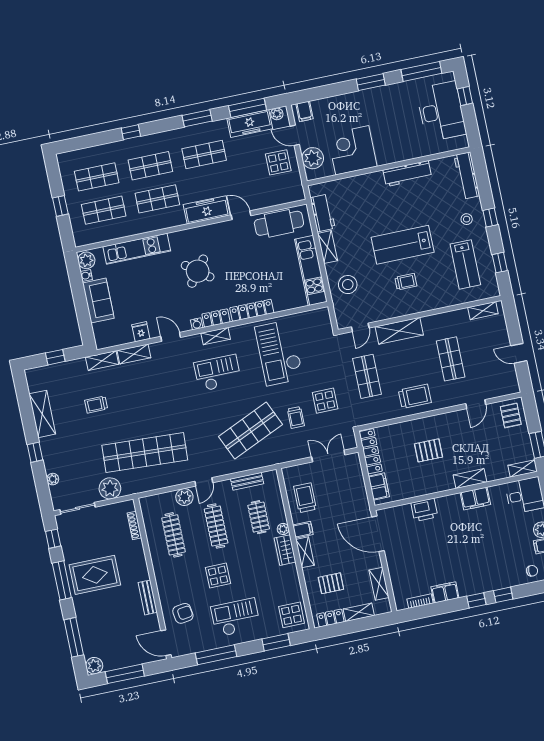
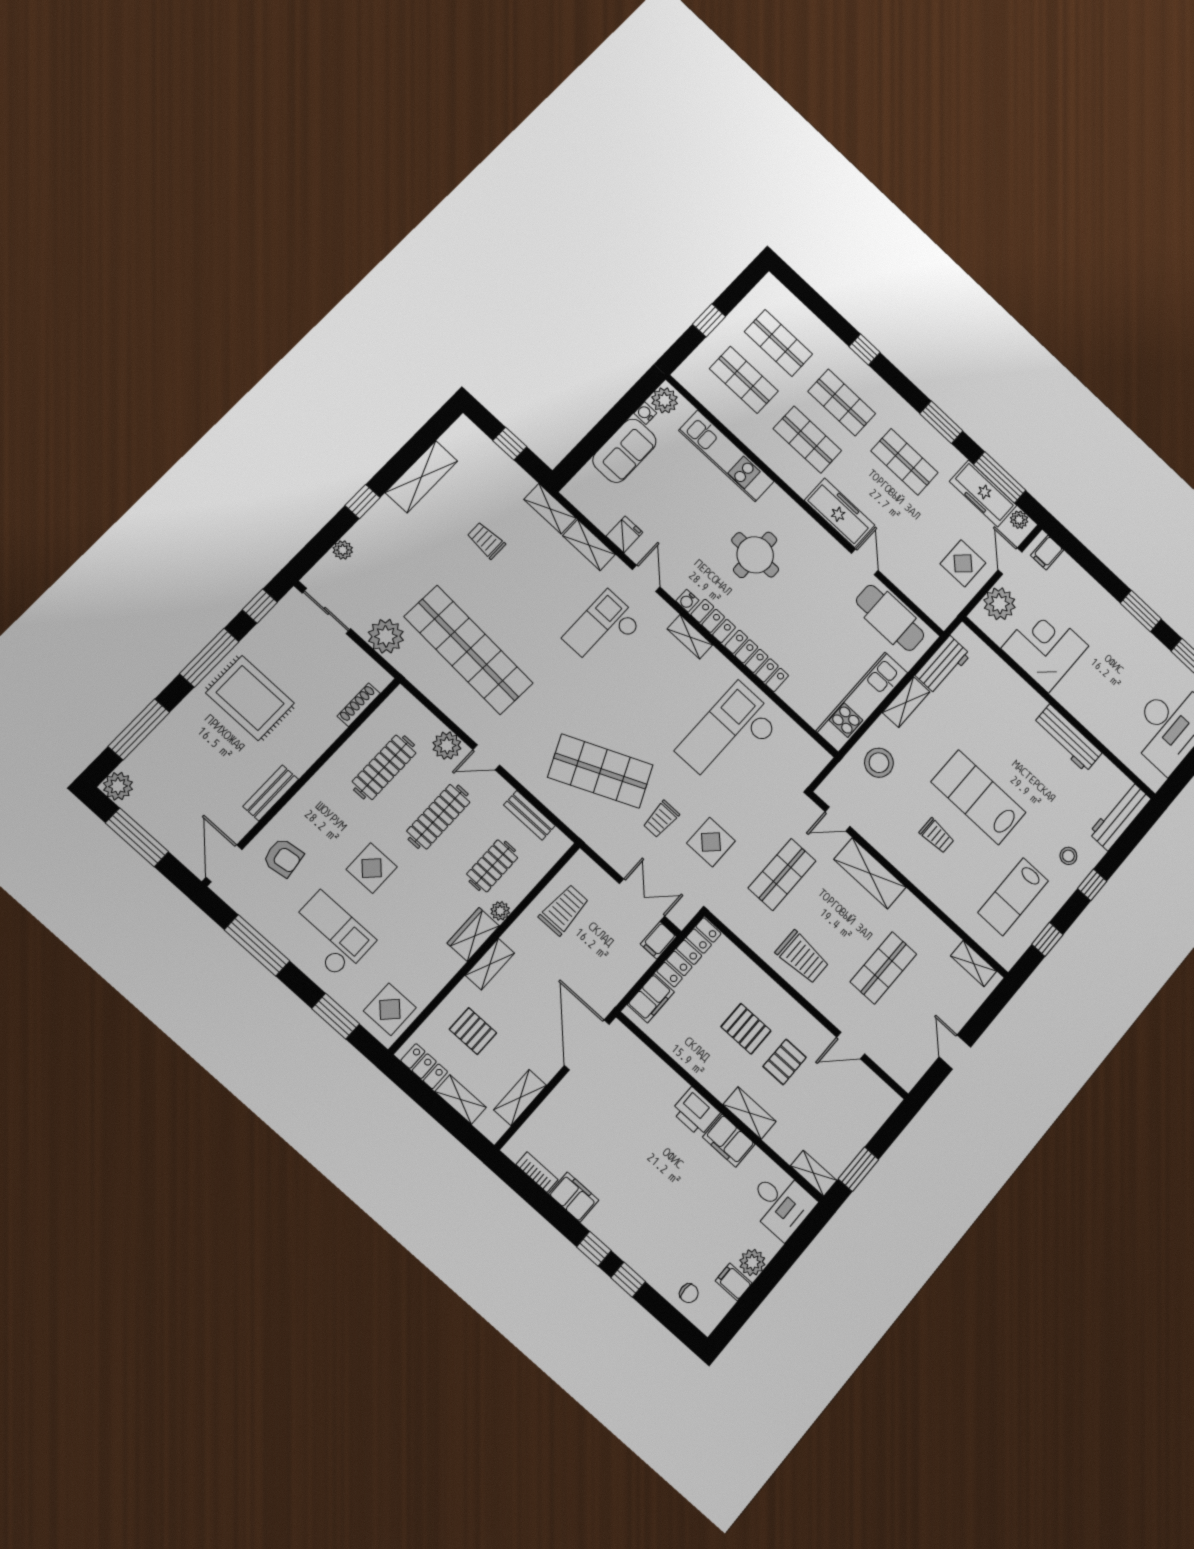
round table: (198, 271) -> (755, 555), turned -37
checkout: (218, 373) -> (602, 630), moved, turned -90
pallet: (511, 415) -> (785, 1062), moved
printer: (424, 510) -> (696, 1112), moved
filing cabinet: (303, 530) -> (658, 940), moved, turned 90

